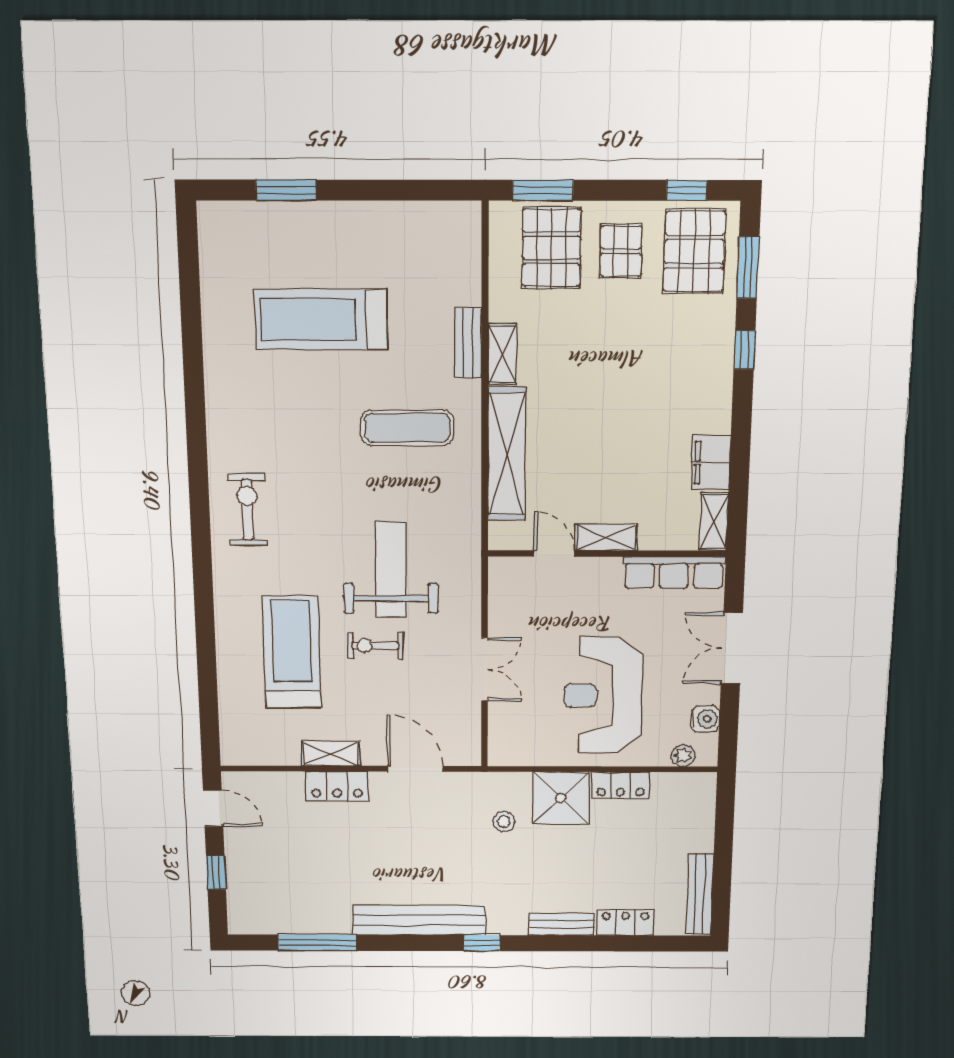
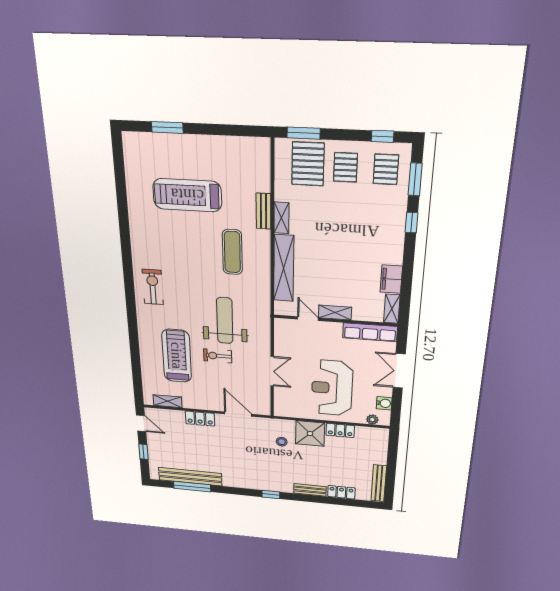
pallet: (694, 251) -> (386, 169), width x0.67, depth x0.71
exercise mat: (407, 428) -> (232, 252), turned 90
shelving: (331, 754) -> (168, 401), moved
bench: (419, 920) -> (190, 477), moved

